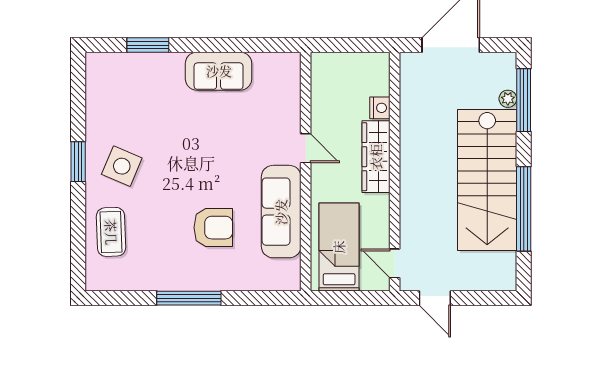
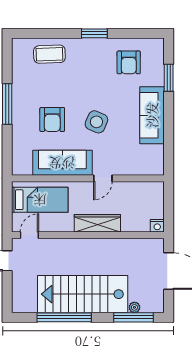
sofa: (219, 71) -> (152, 115), width x1.36
armchair: (124, 108) -> (129, 62), added
nightstand: (380, 108) -> (157, 226), moved
side table: (122, 166) -> (96, 122), moved

